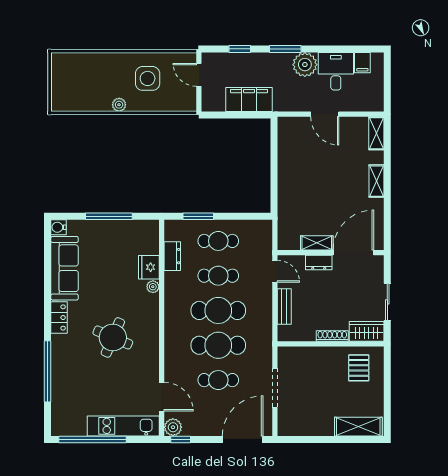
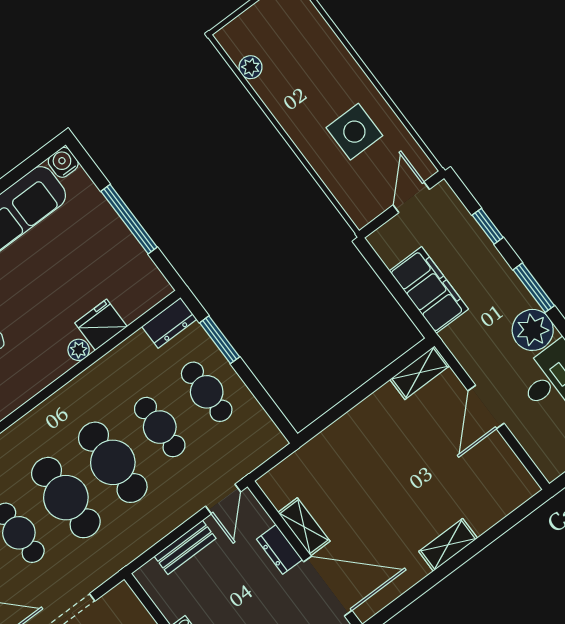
plant: (119, 105) -> (251, 67), moved
shelving: (376, 133) -> (420, 373), moved
dresser: (172, 256) -> (169, 323), moved

